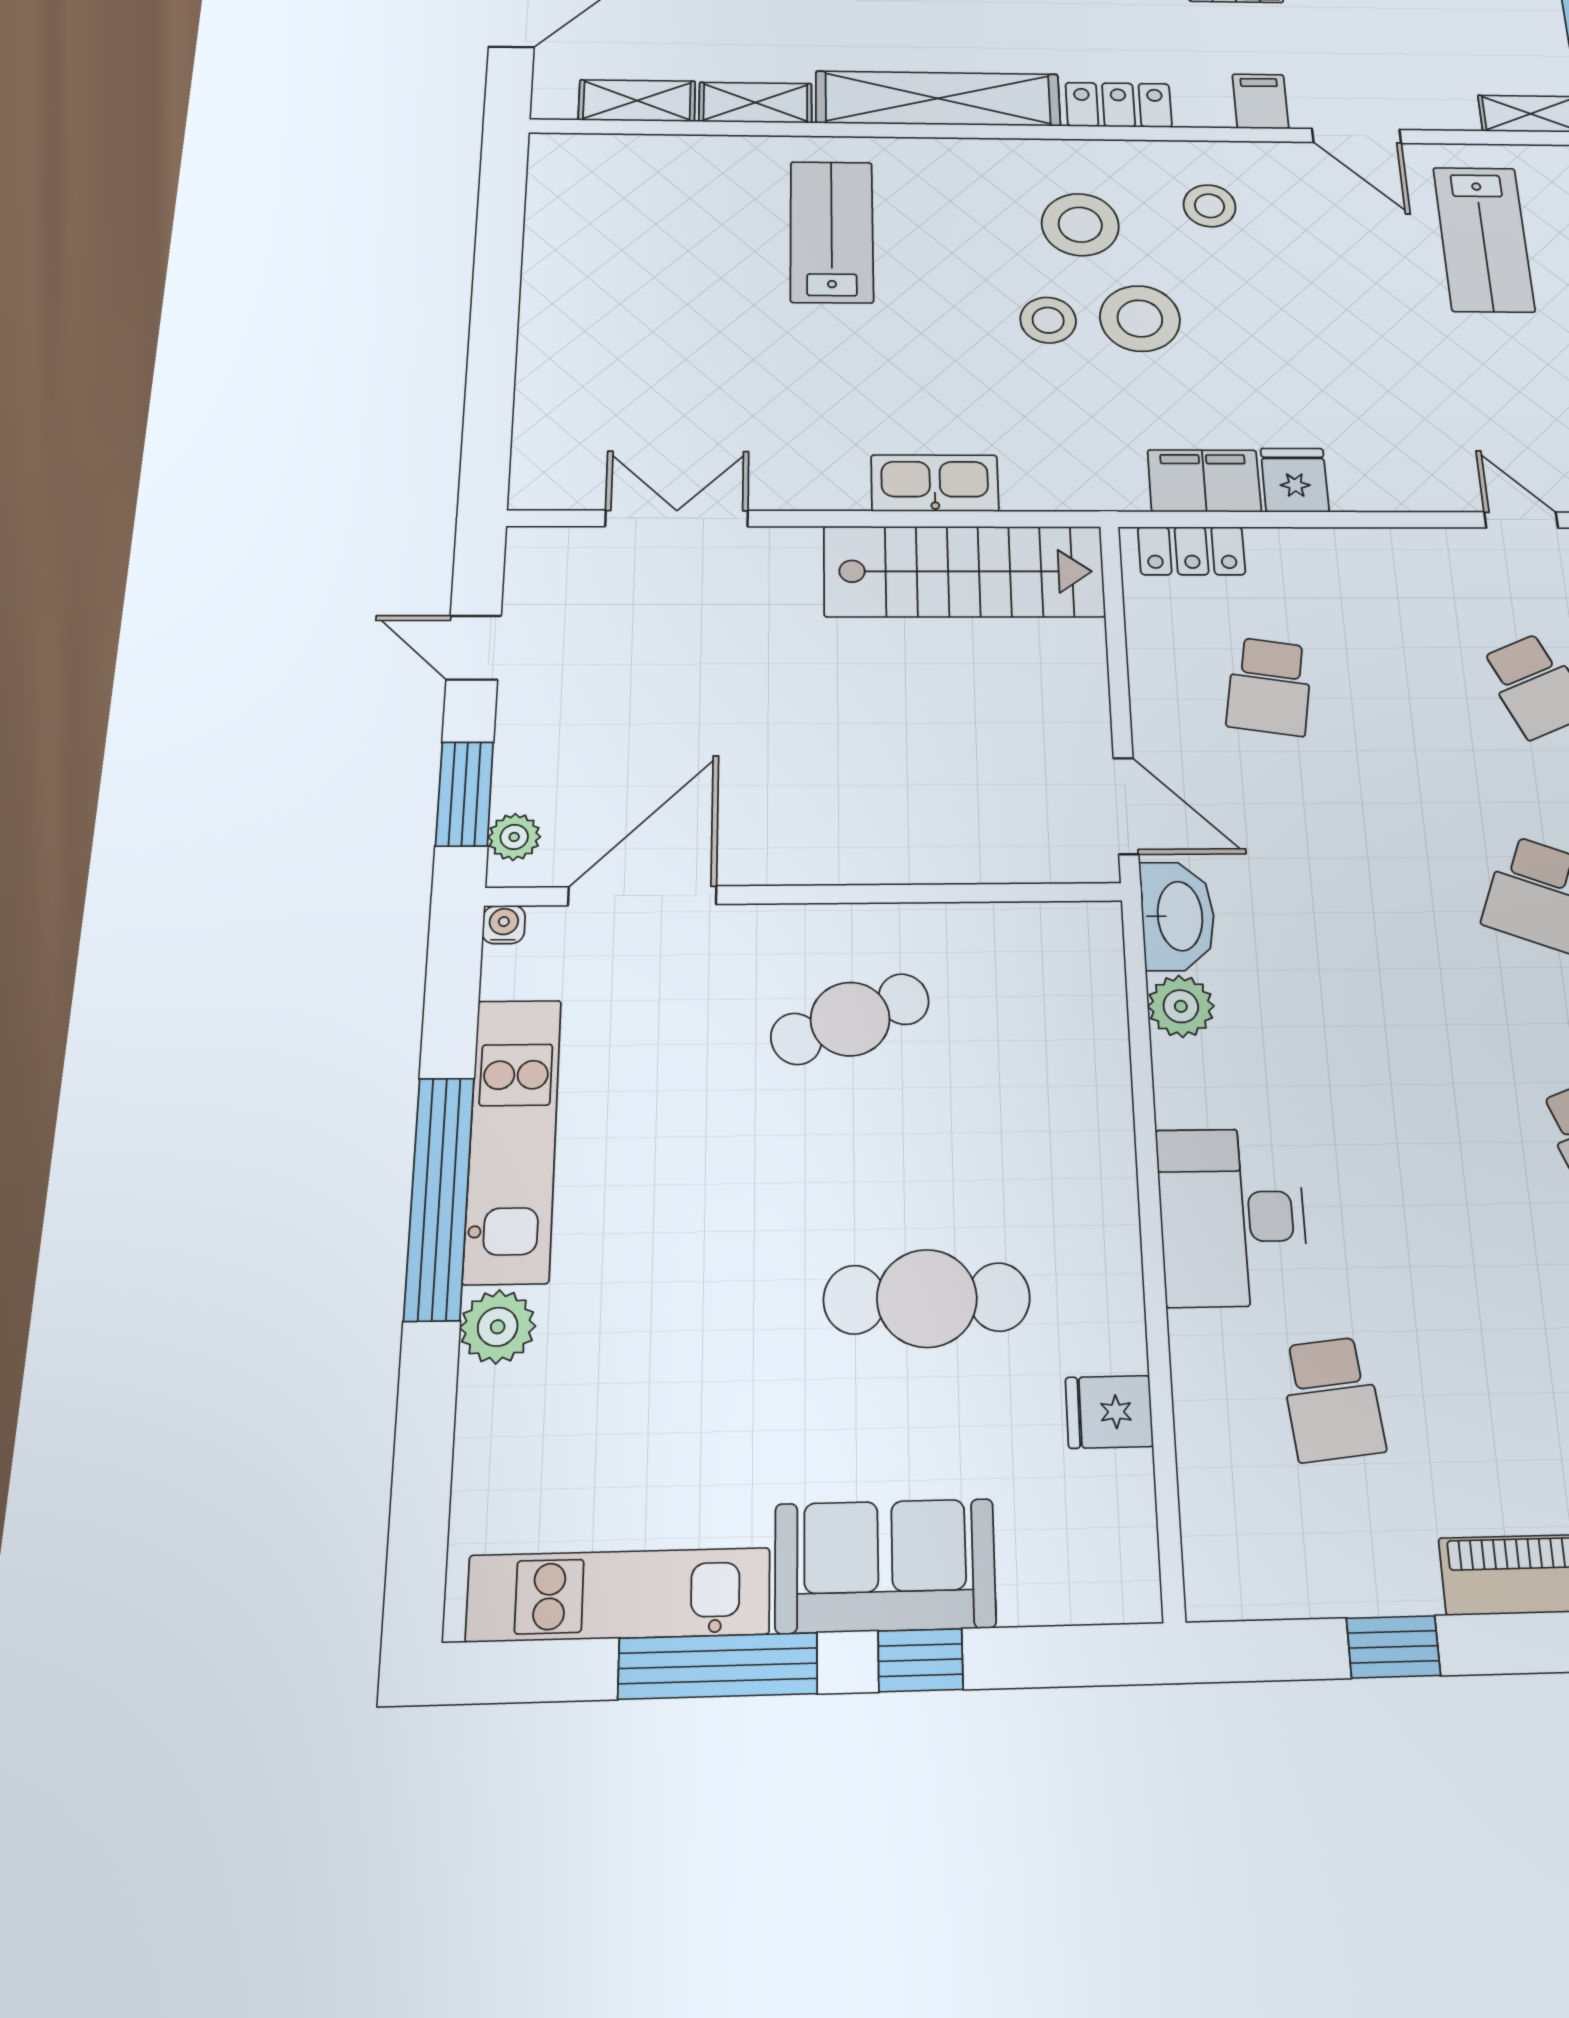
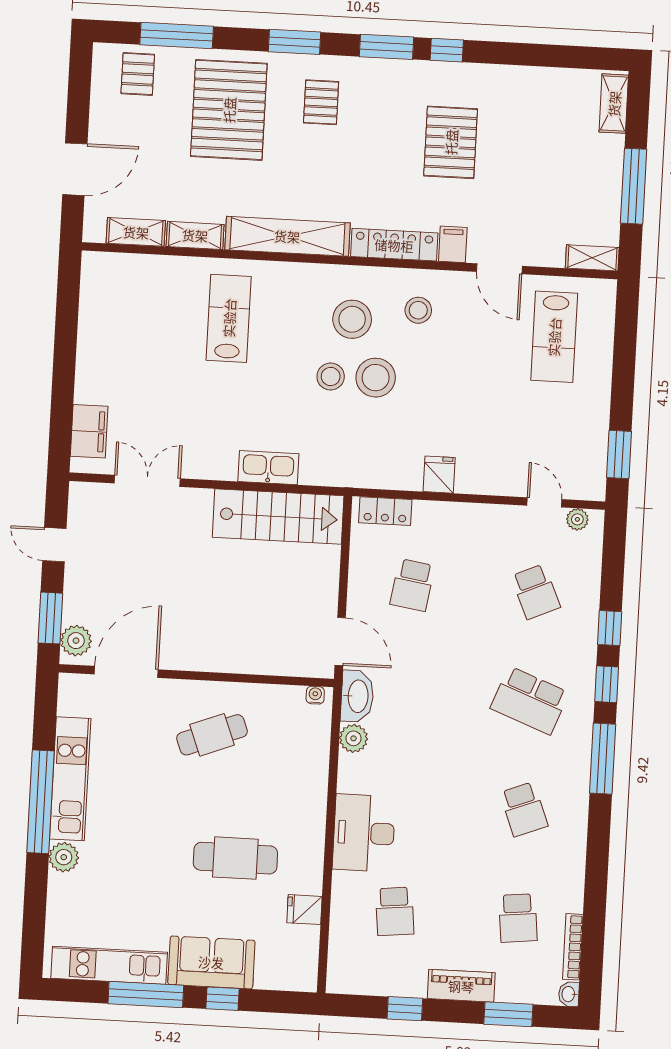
locker: (1119, 105) -> (394, 245), width x1.53
filing cabinet: (1204, 481) -> (89, 431), moved, turned 90
plant: (514, 837) -> (76, 641), width x1.38, depth x1.38
water cooler: (504, 925) -> (315, 695), moved

